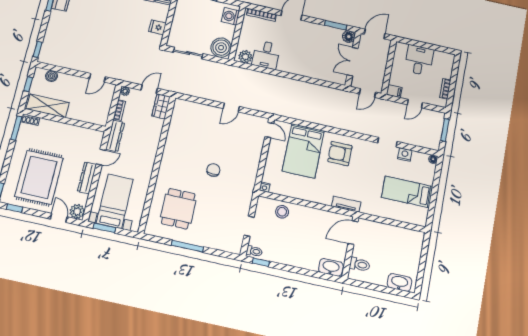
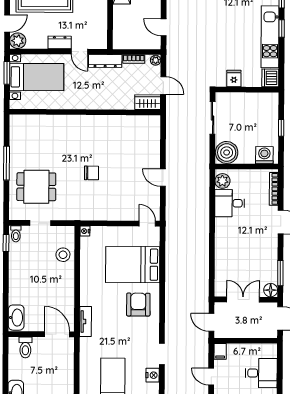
door: (269, 130) -> (147, 224), swing flipped
dresser: (87, 178) -> (60, 42), width x0.70
dining table: (178, 209) -> (36, 187), moved

